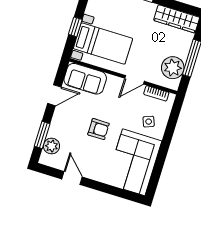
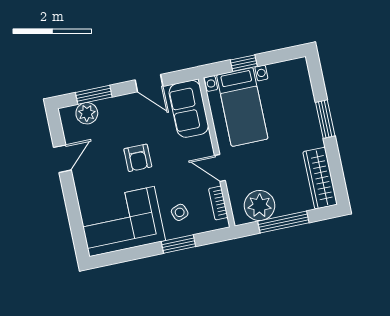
window: (169, 134) -> (178, 244), added

